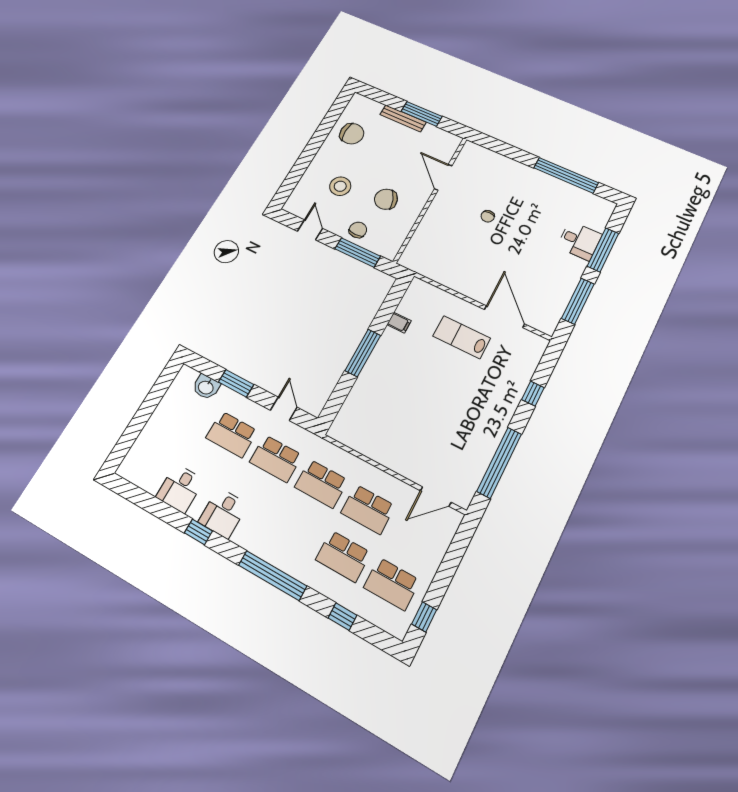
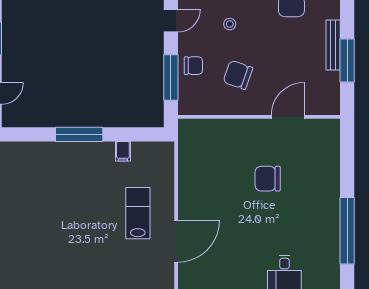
stool: (340, 186) -> (230, 24), width x0.53, depth x0.53
chair: (386, 199) -> (238, 75), turned -50
chair: (488, 216) -> (268, 179), width x1.87, depth x1.87

